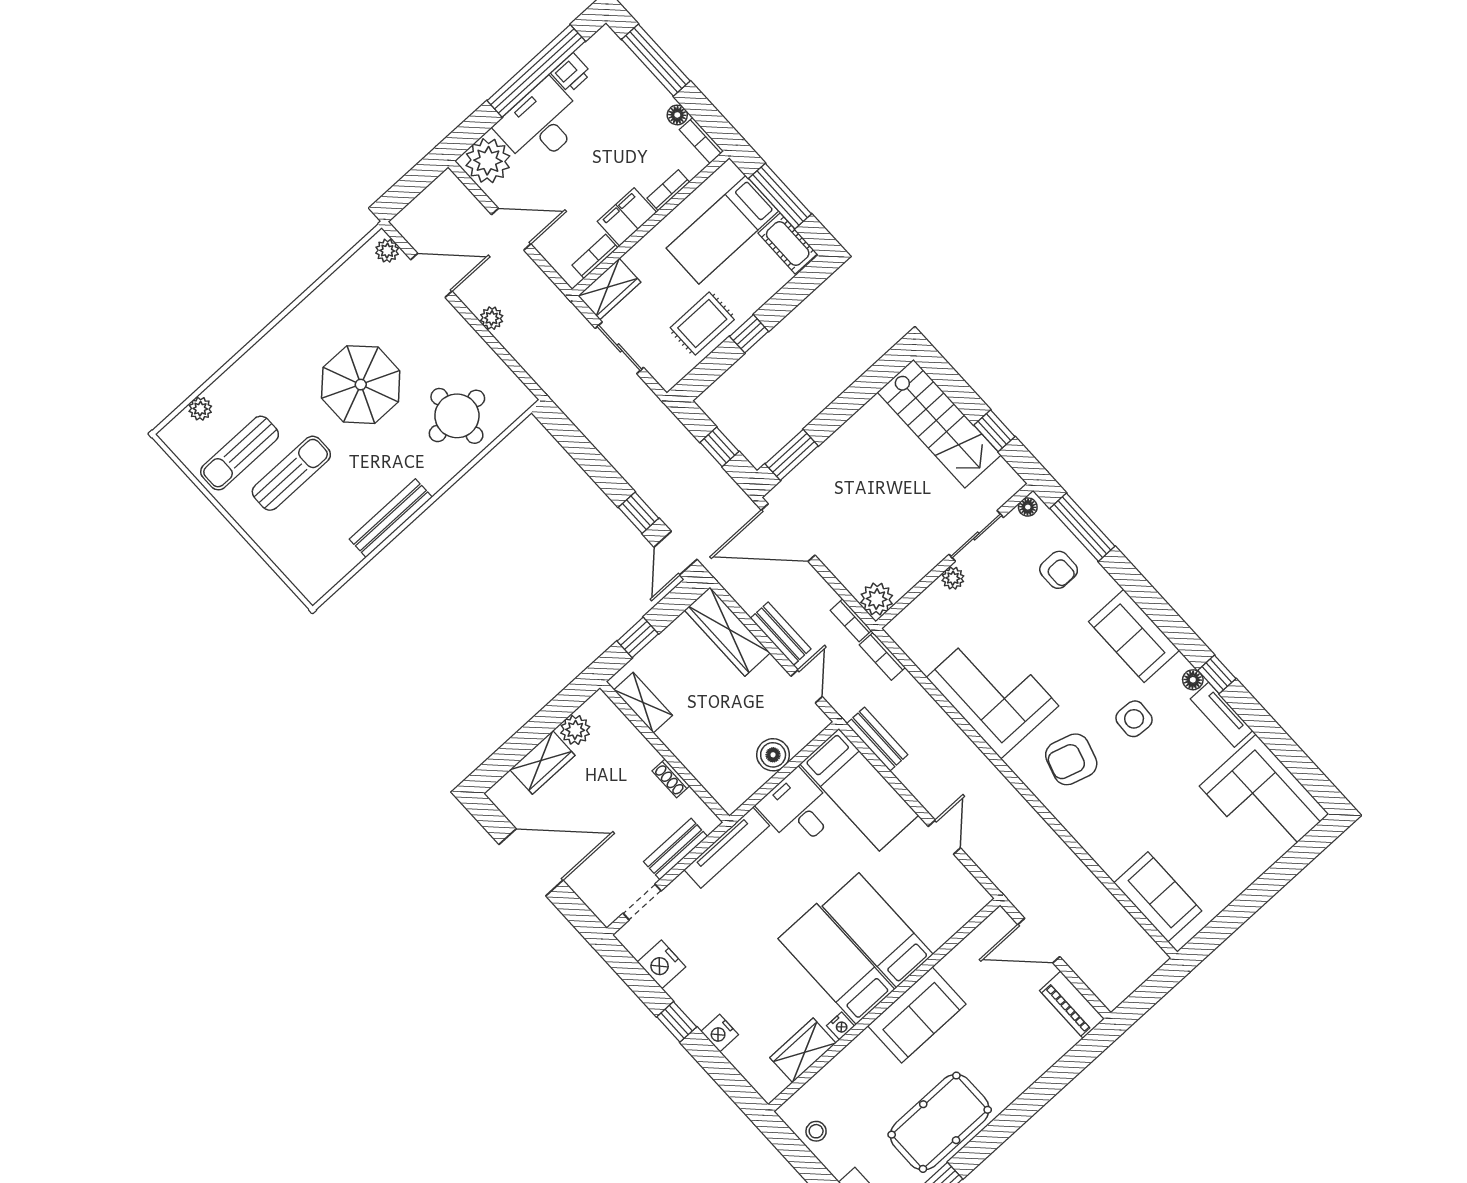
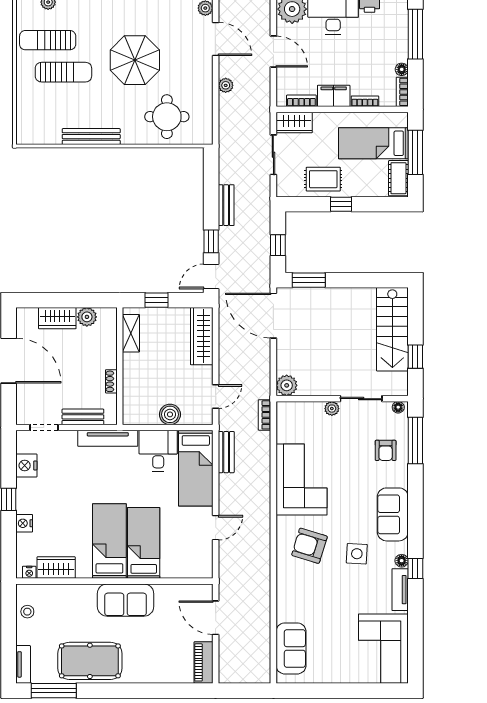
bookcase: (851, 620) -> (265, 384), removed
bench: (781, 634) -> (226, 205), moved
nightstand: (841, 1026) -> (29, 572), moved

